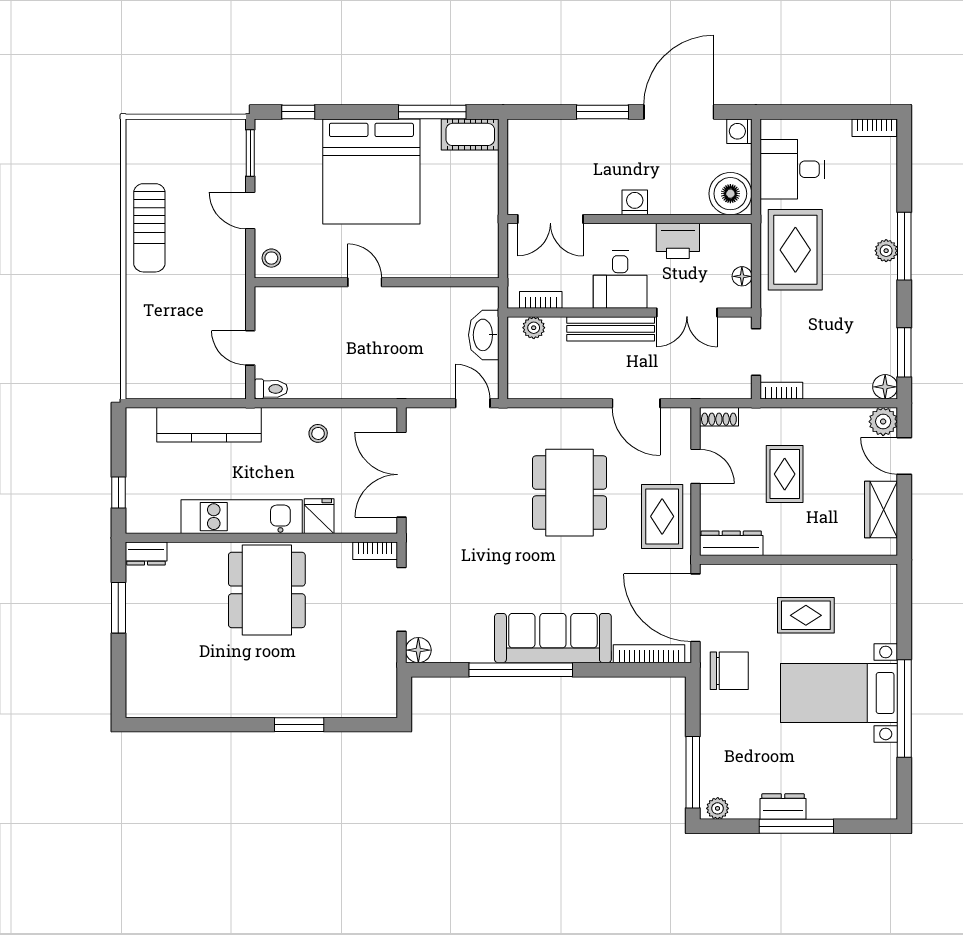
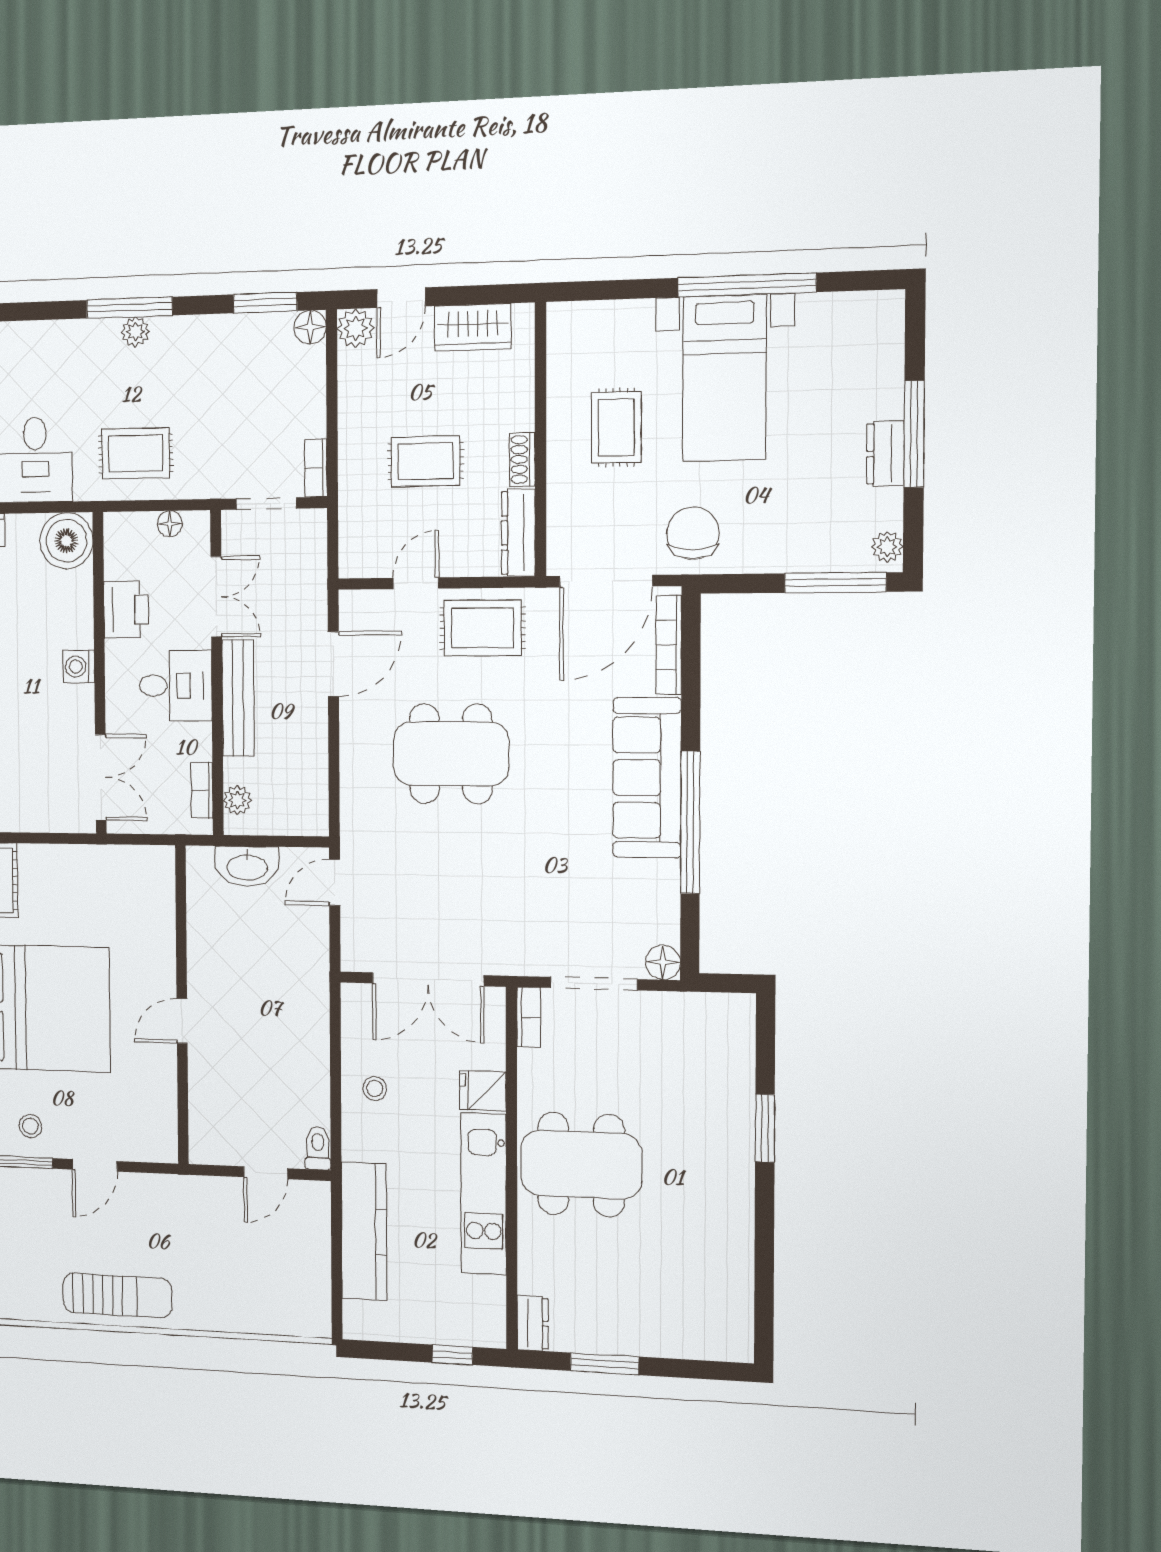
rug: (795, 250) -> (136, 453), width x0.73, depth x0.70
stool: (271, 258) -> (30, 1126), moved
shoe rack: (719, 417) -> (522, 459), moved, turned 180

